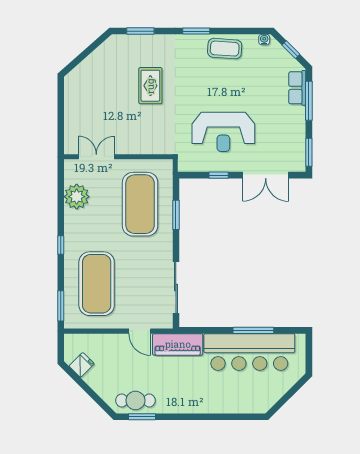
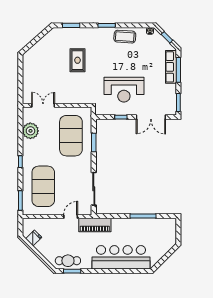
row of seats: (297, 88) -> (171, 67), width x1.48
door: (140, 331) -> (71, 217), swing flipped
bar counter: (249, 352) -> (121, 257), moved, turned 180

